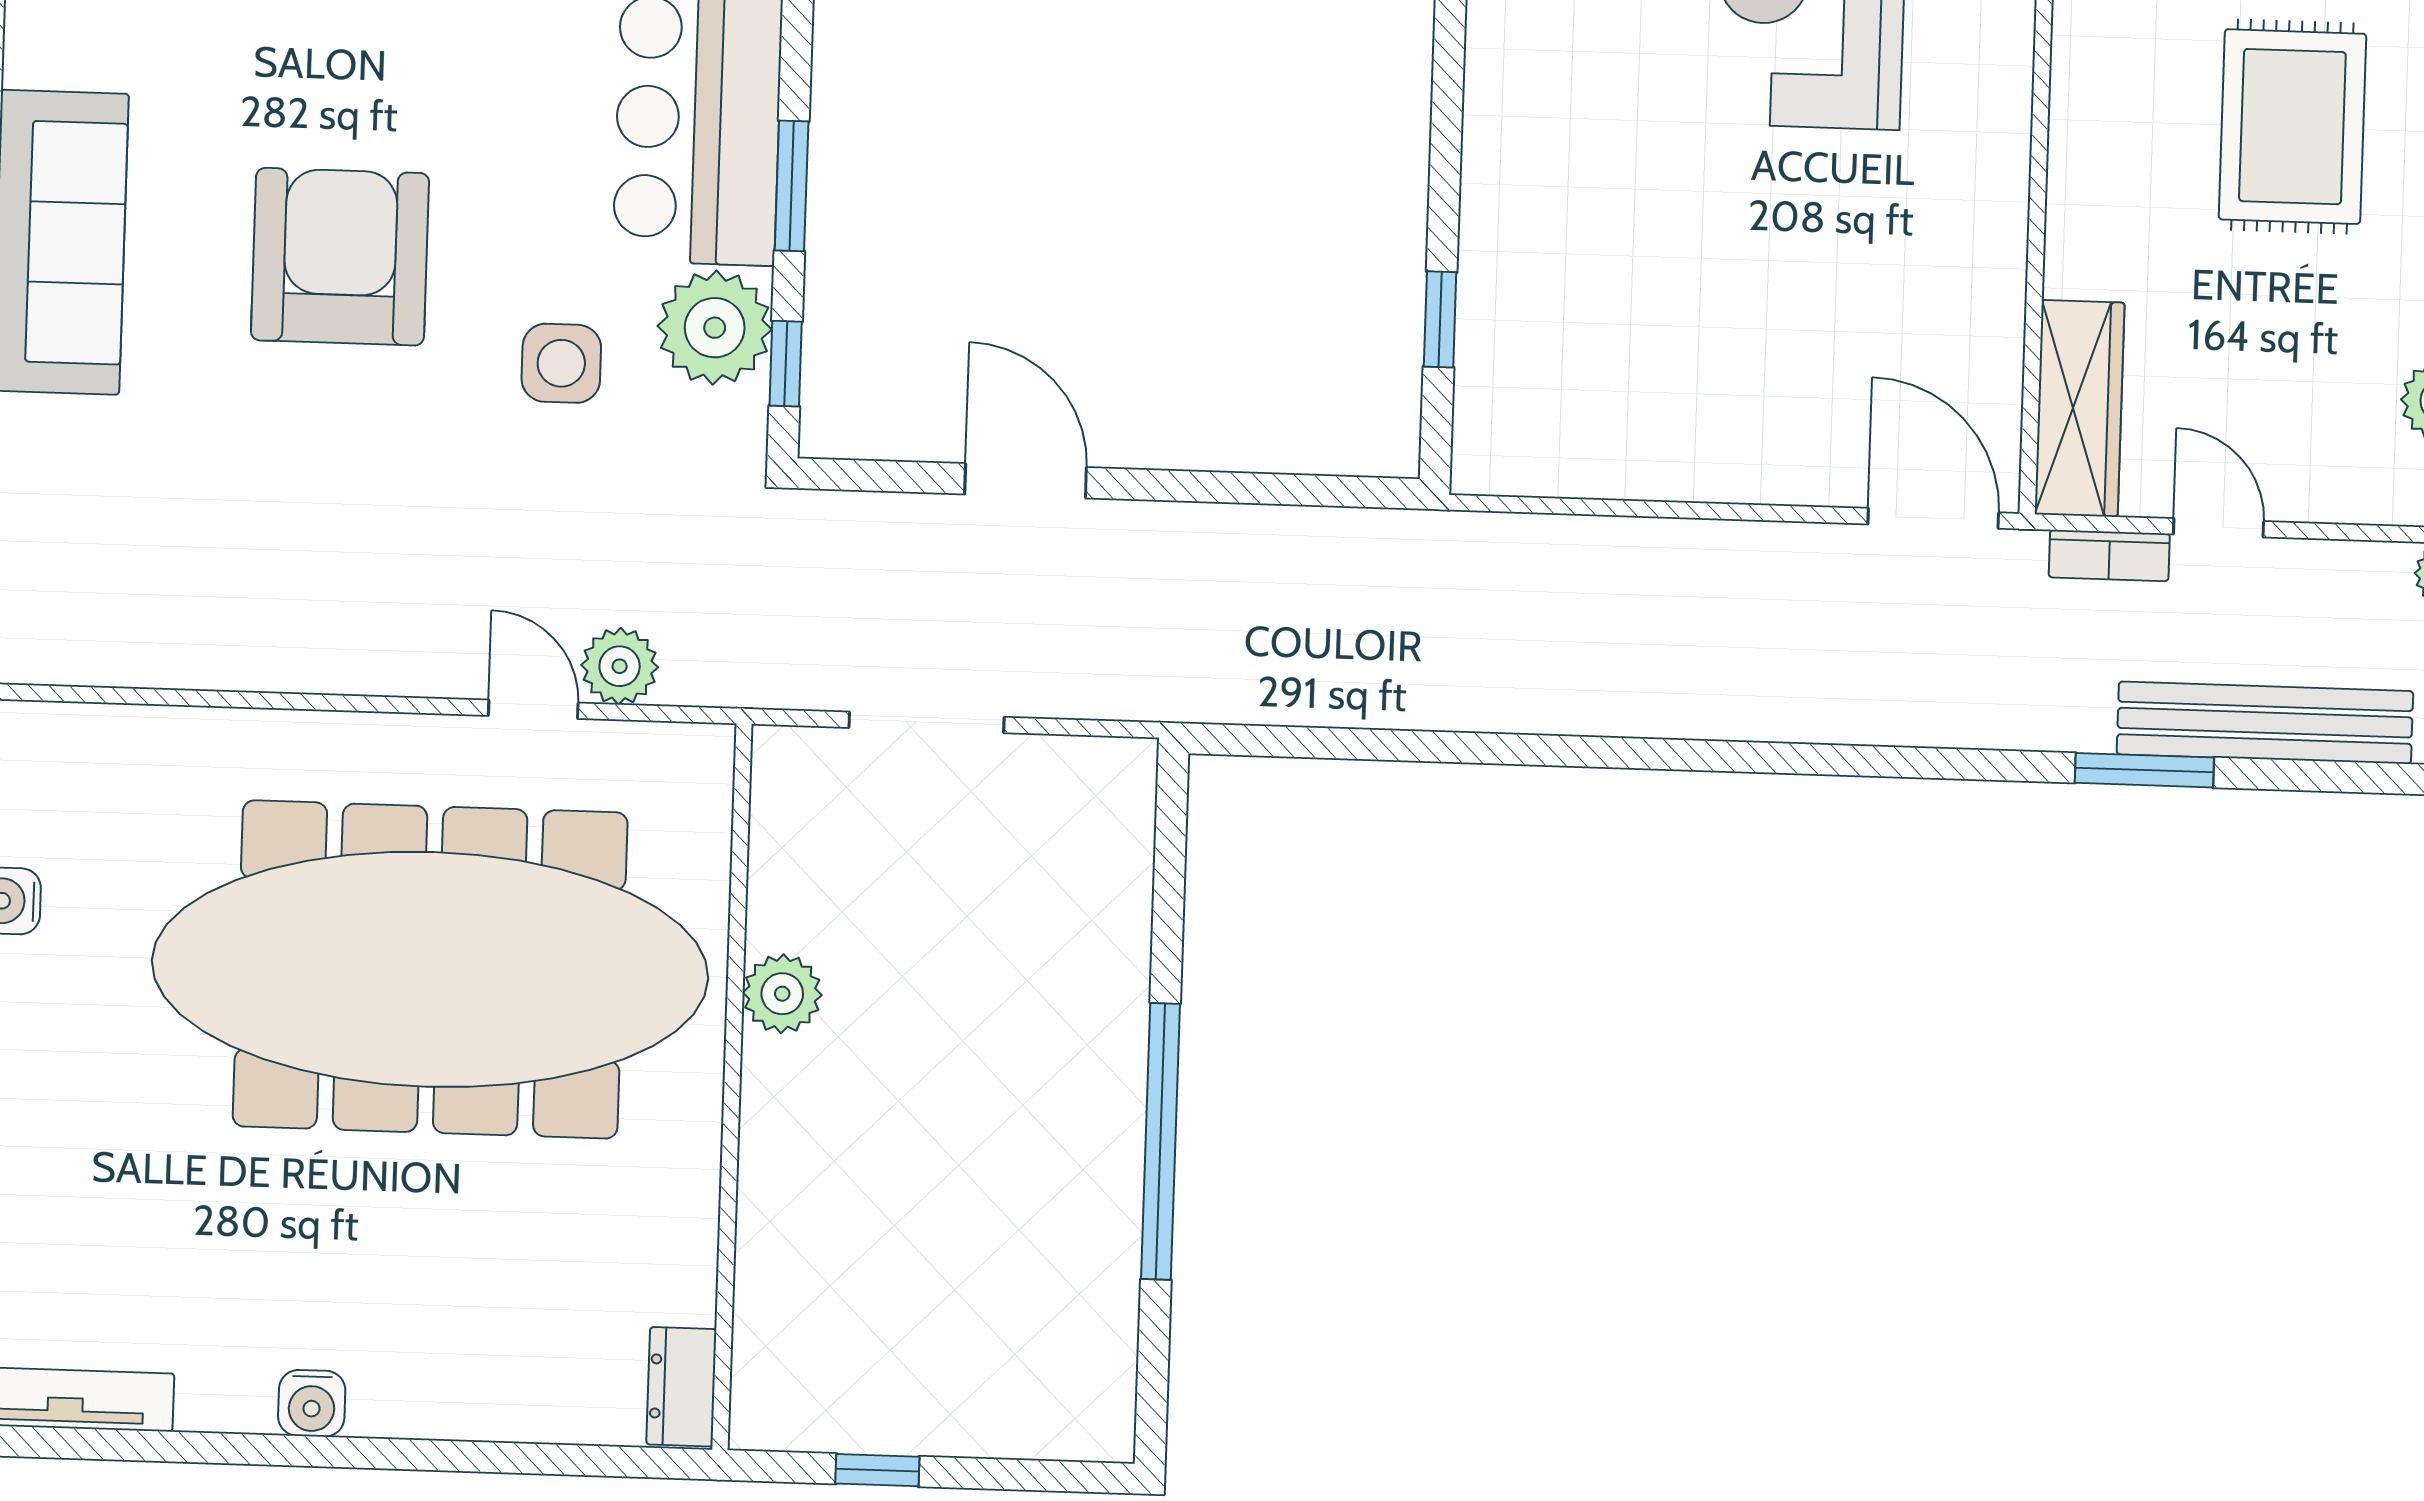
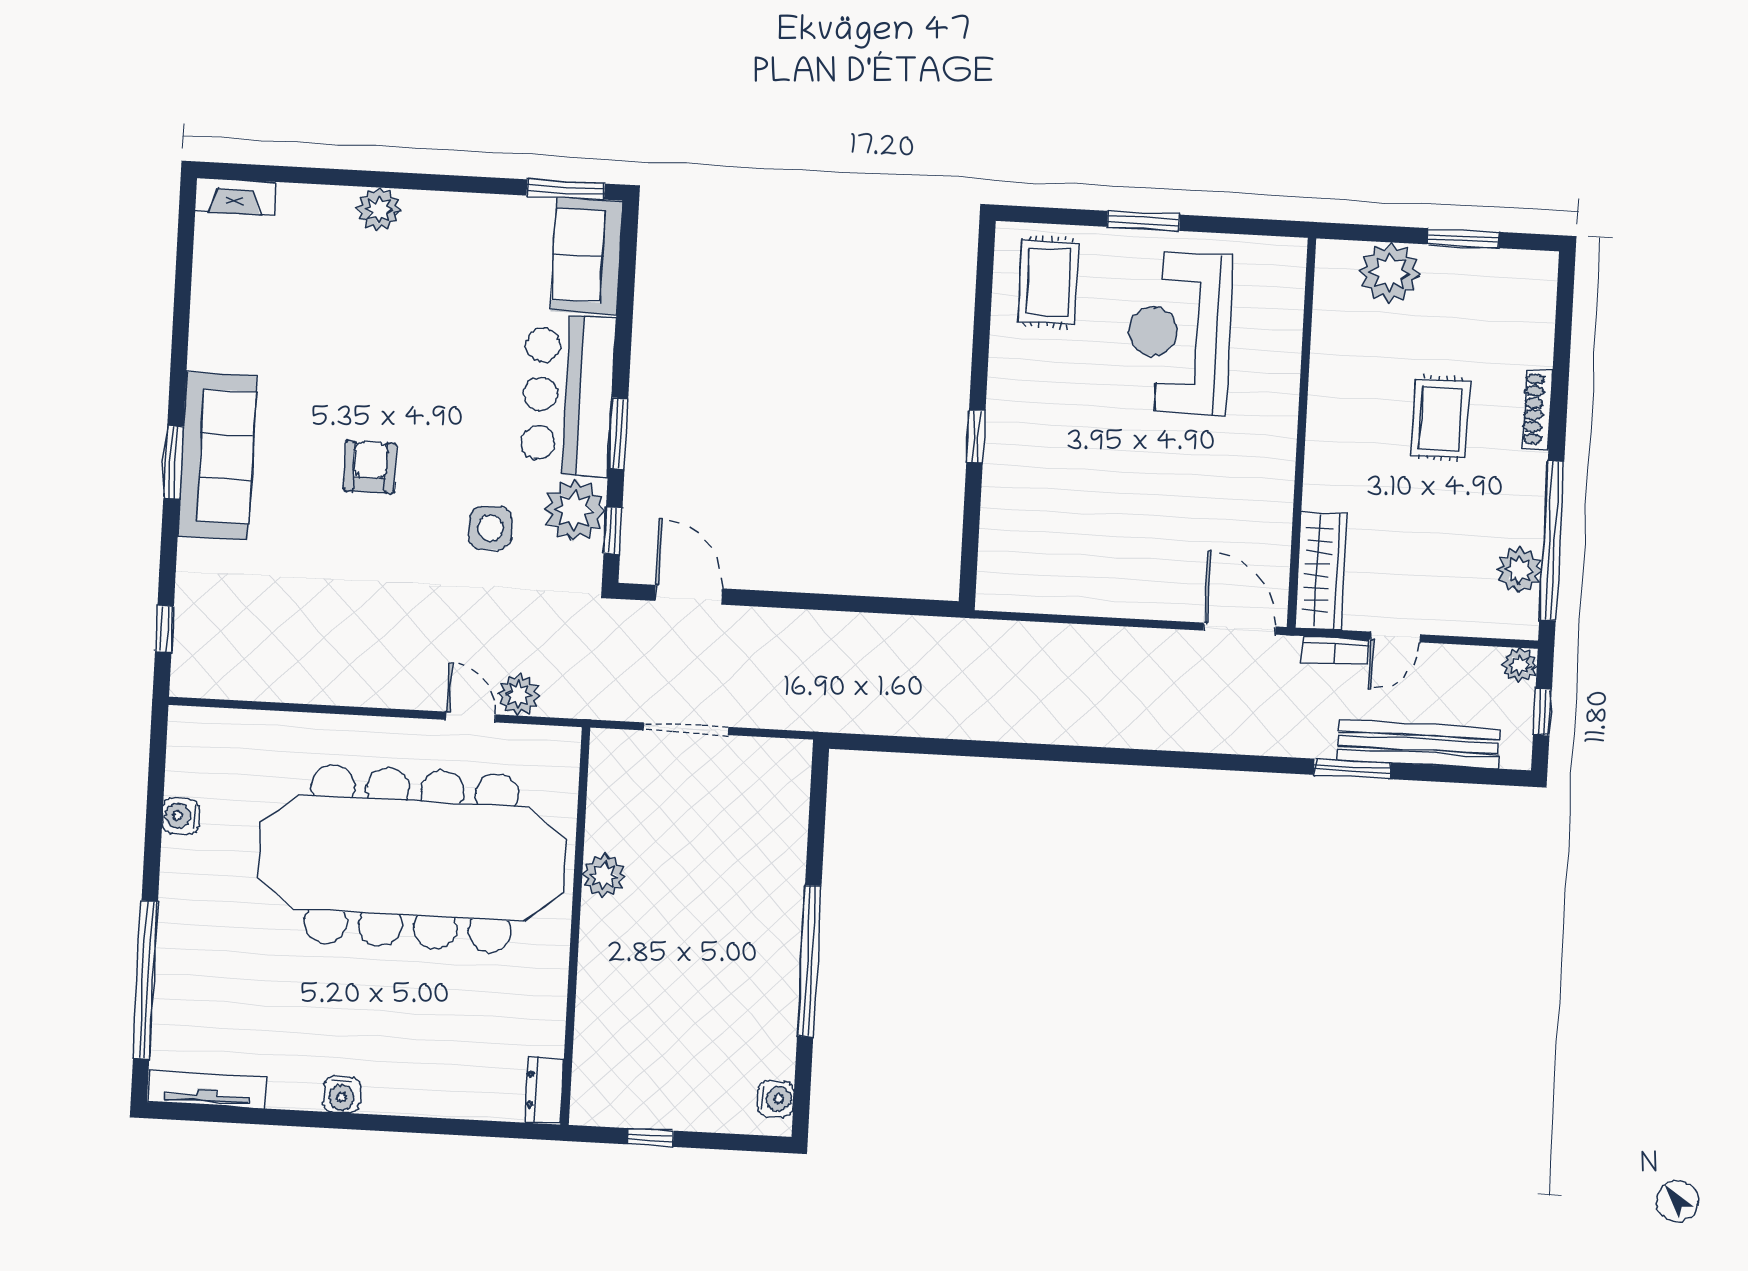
rug: (2292, 127) -> (1441, 418), width x0.73, depth x0.70
armchair: (340, 257) -> (370, 467), width x0.53, depth x0.53
window: (1440, 319) -> (976, 436), moved
door: (1026, 481) -> (689, 595), moved
door: (2219, 528) -> (1396, 637), swing flipped
water cooler: (1105, 1395) -> (776, 1099), added

